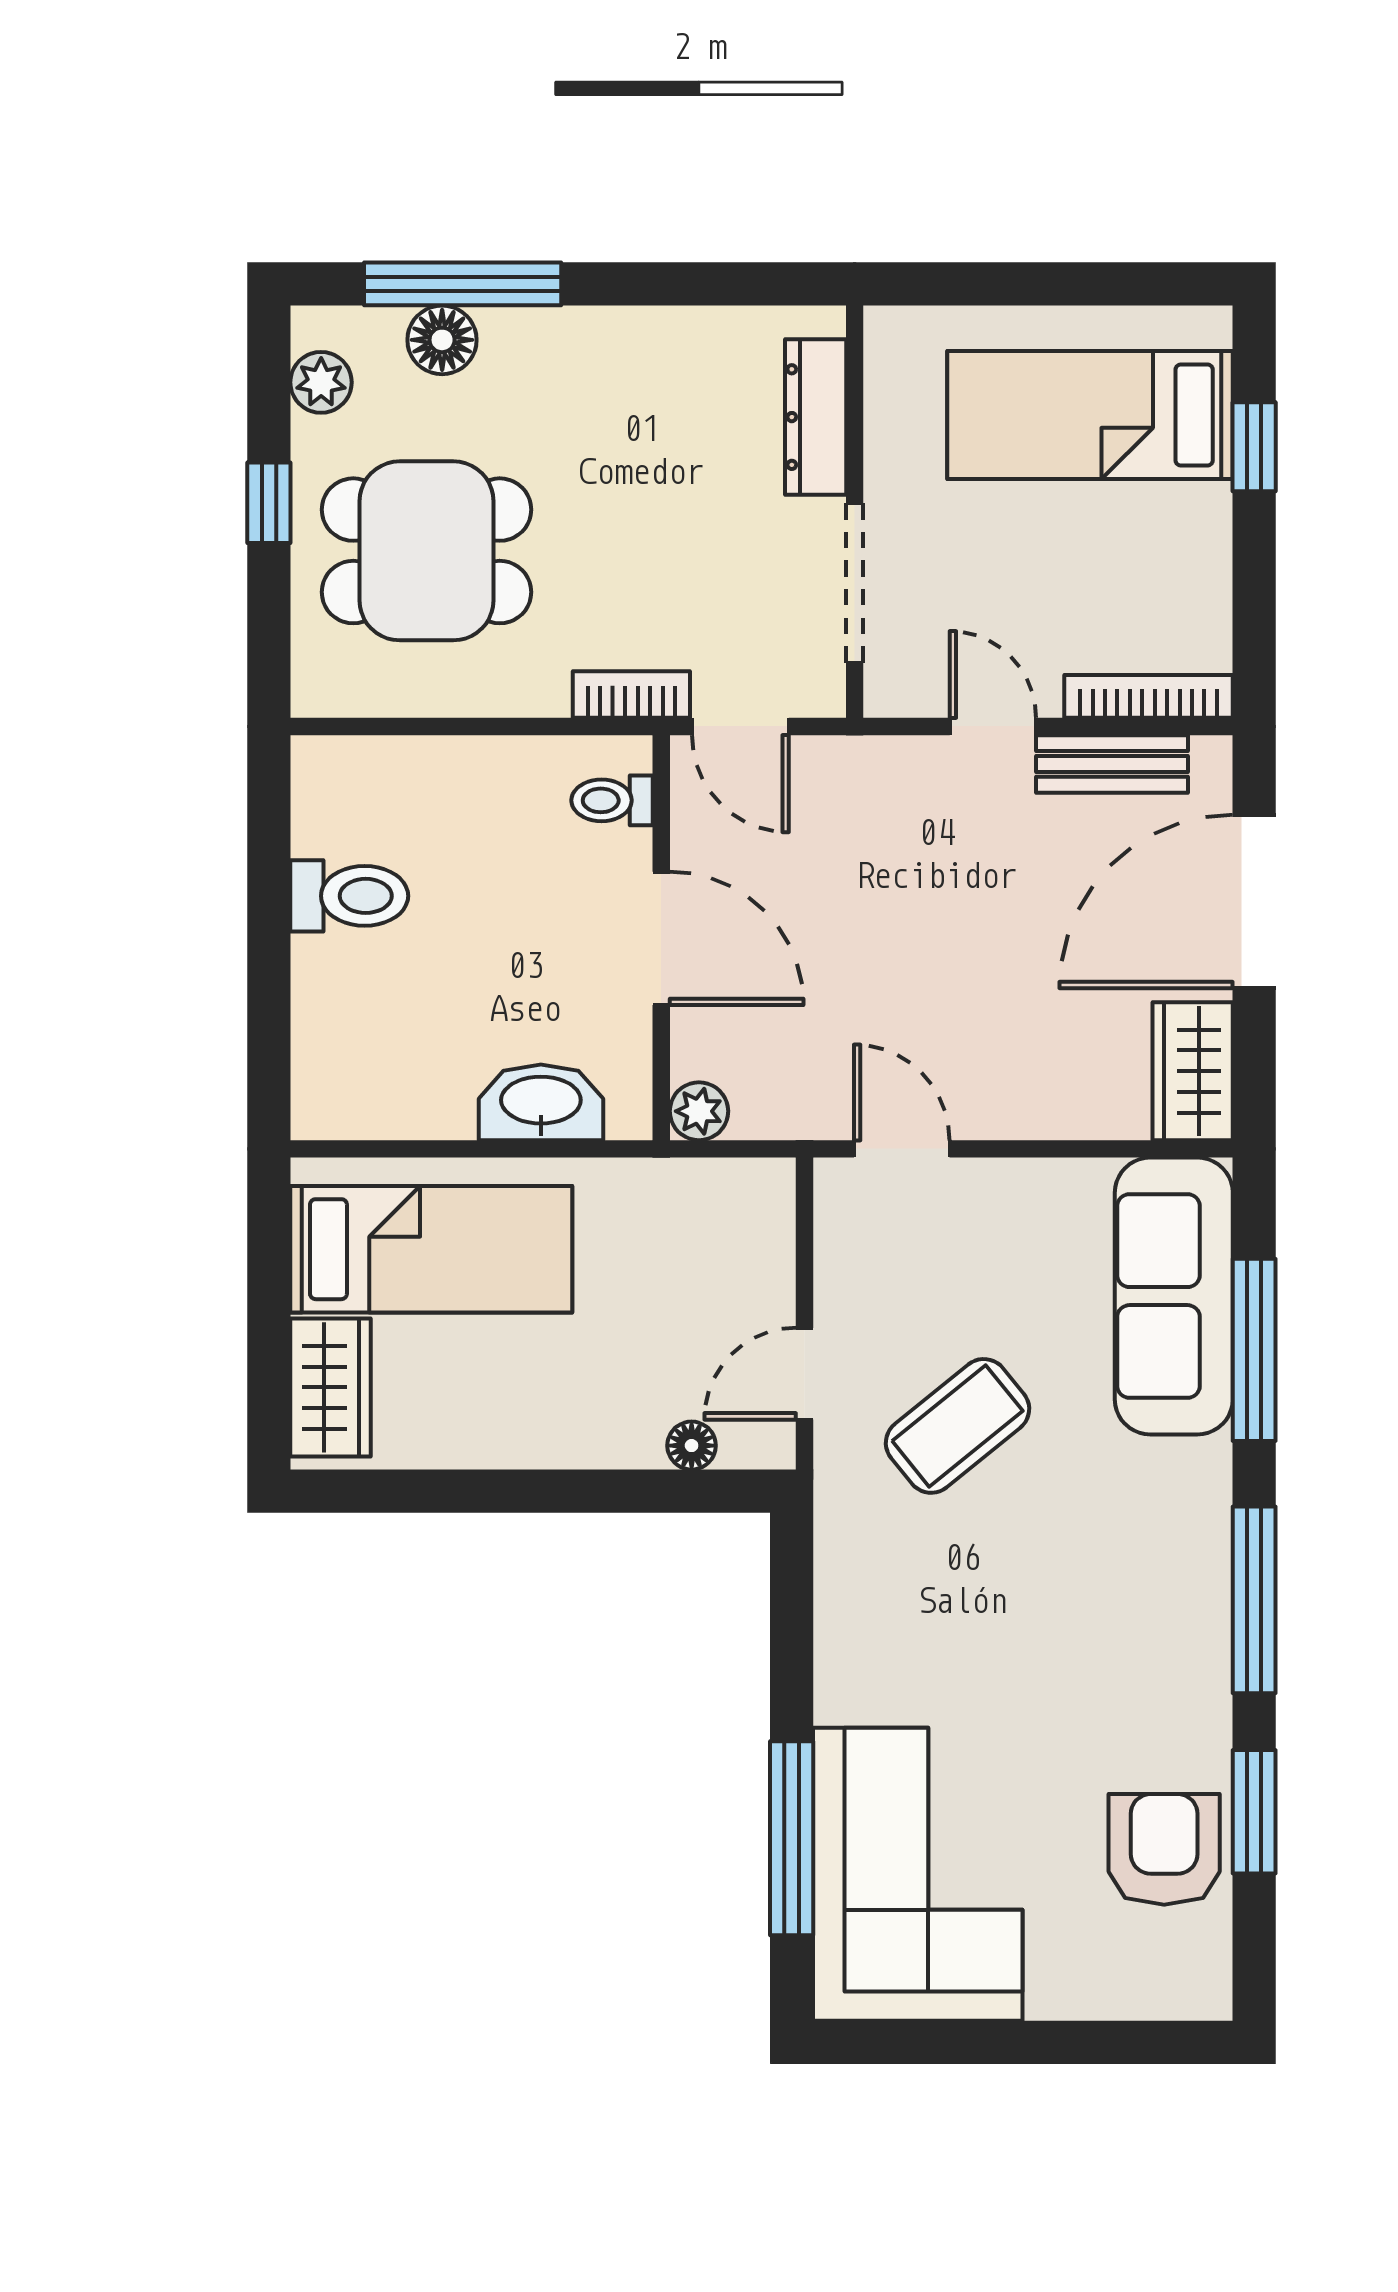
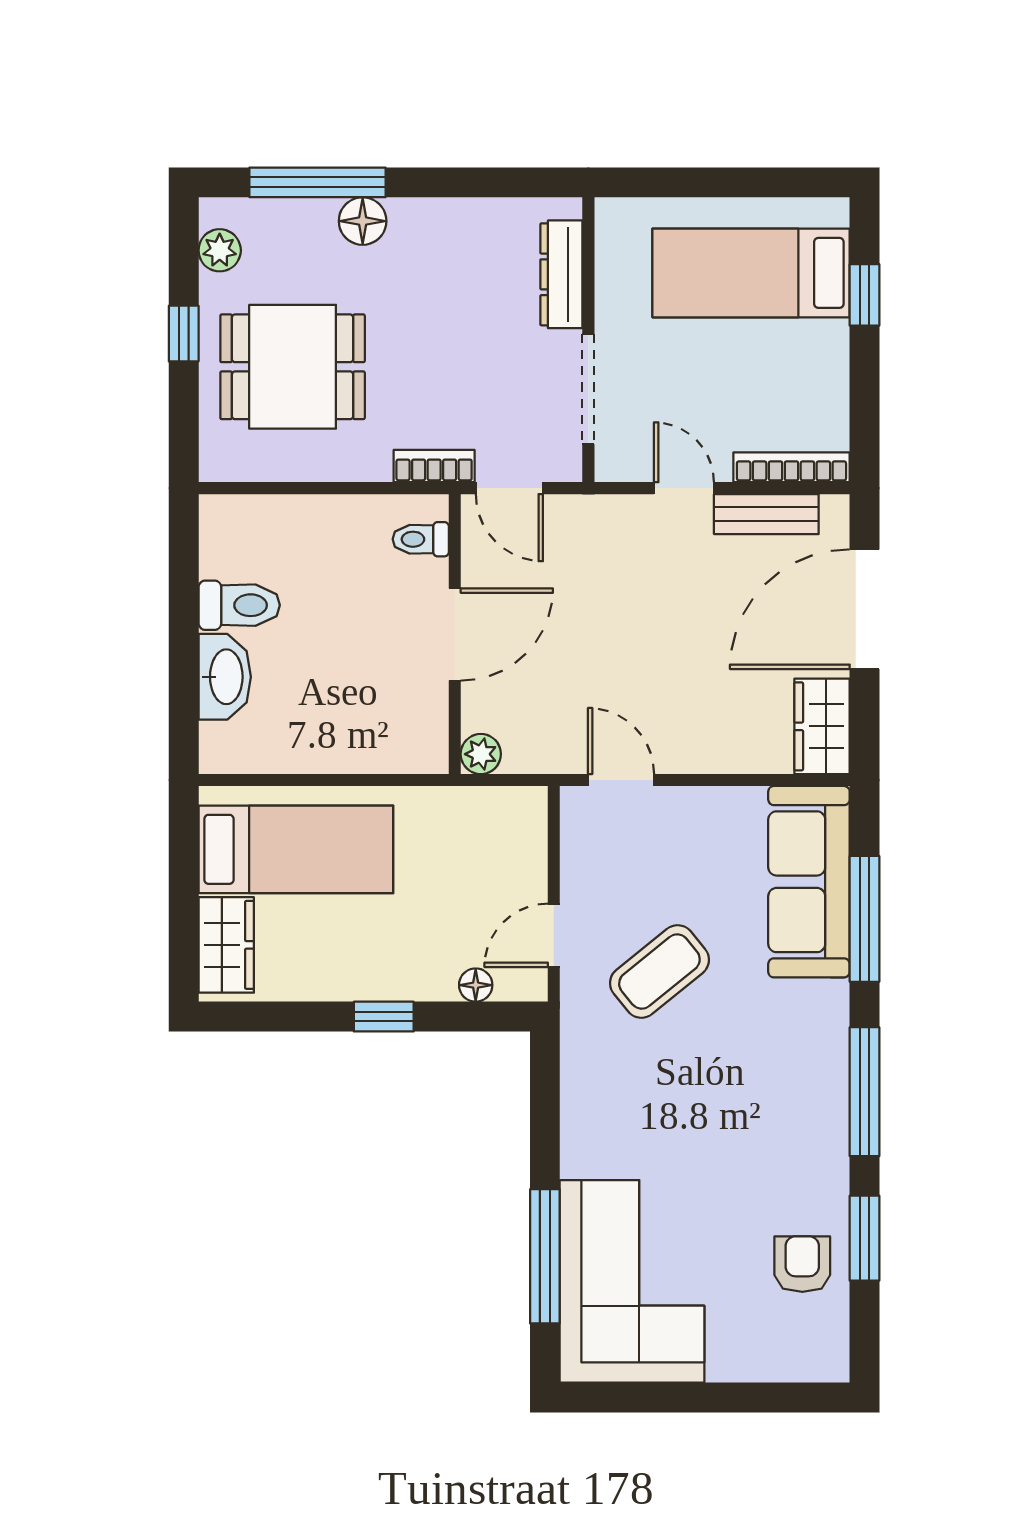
floor lamp: (442, 340) -> (363, 221), moved
door: (661, 938) -> (455, 635), hinge flipped
washbasin: (541, 1102) -> (225, 677), moved, turned 90
window: (558, 1491) -> (384, 1017), added
armchair: (1164, 1849) -> (802, 1264), width x0.72, depth x0.72

